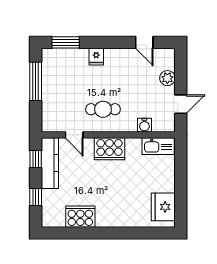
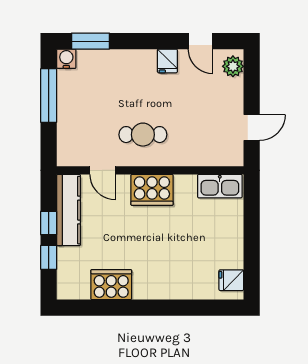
fridge: (96, 57) -> (167, 61), moved
plant: (167, 78) -> (233, 66), moved
water cooler: (144, 125) -> (66, 59), moved, turned 180
window: (36, 159) -> (49, 223), moved
fridge: (163, 207) -> (231, 280), width x0.53, depth x0.75

